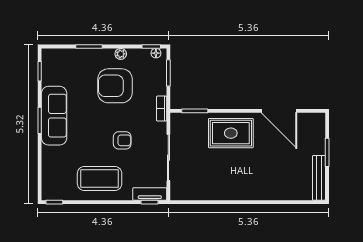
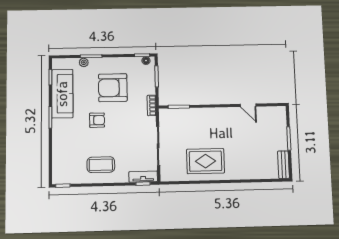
plant: (121, 54) -> (84, 62), moved
door: (279, 111) -> (248, 105), width x0.53
sofa: (54, 116) -> (62, 94), moved
rug: (231, 133) -> (205, 161), moved
armchair: (122, 140) -> (97, 120), moved
bench: (319, 178) -> (283, 165), width x0.73
coffee table: (100, 179) -> (101, 165), width x0.73, depth x0.76

